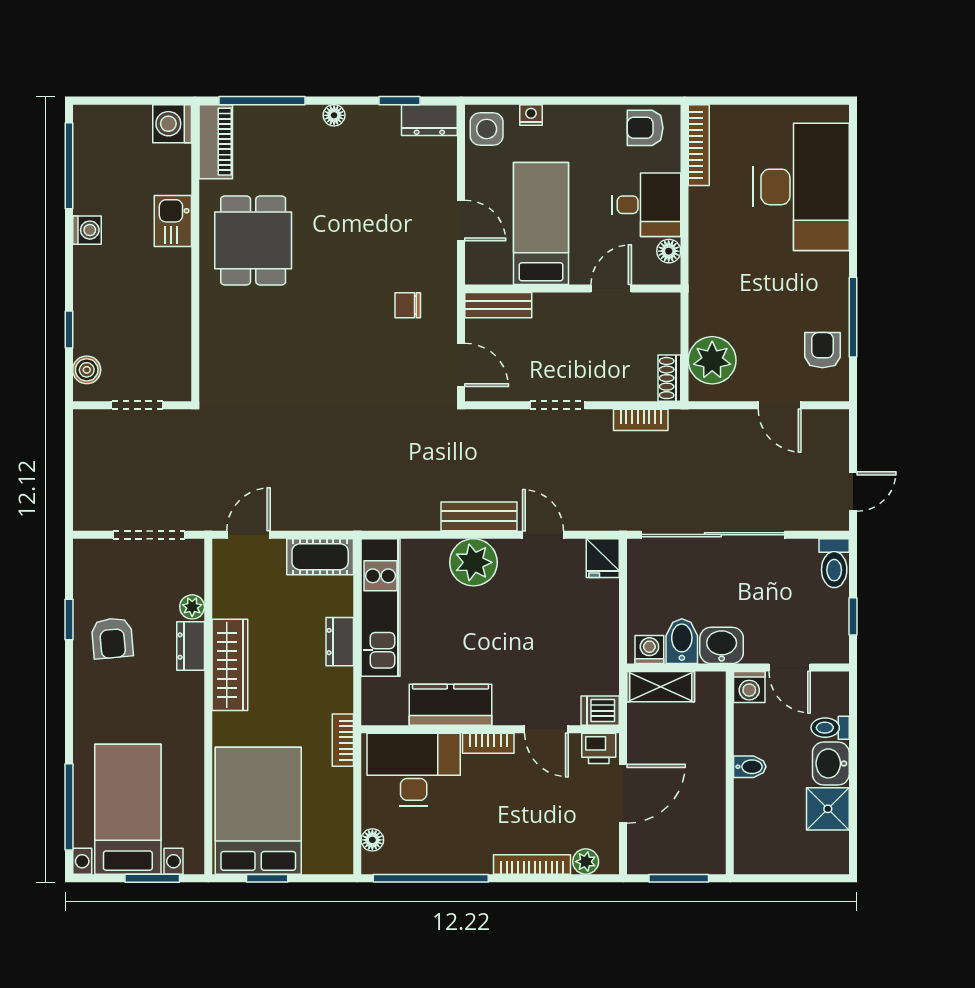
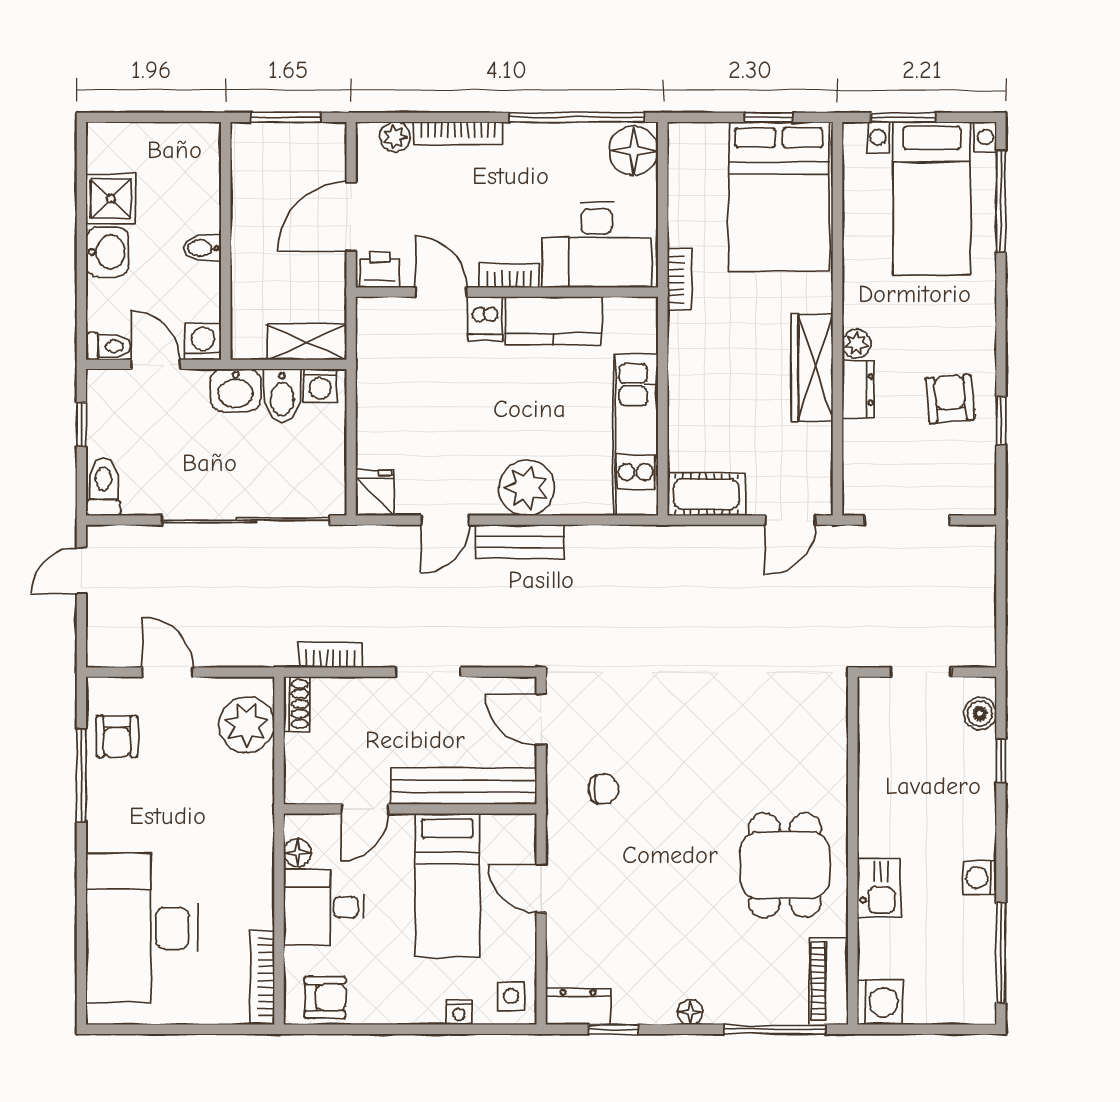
side table: (487, 129) -> (511, 996), width x0.73, depth x0.73
bench: (498, 305) -> (464, 786), width x1.86, depth x1.21
door: (543, 535) -> (445, 520), hinge flipped
plant: (192, 607) -> (856, 344), moved
dresser: (340, 642) -> (683, 395), removed
dishwasher: (600, 711) -> (485, 319), moved, turned 90
toilet: (830, 728) -> (108, 346), moved
floor lamp: (372, 840) -> (633, 151), width x1.89, depth x1.89

